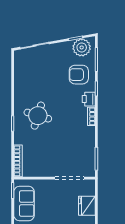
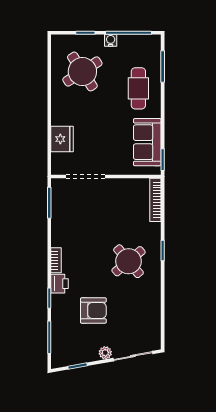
plant: (82, 47) -> (105, 353), moved, width x0.53, depth x0.53
armchair: (79, 75) -> (93, 310), moved
round table: (38, 116) -> (129, 261), turned 33

